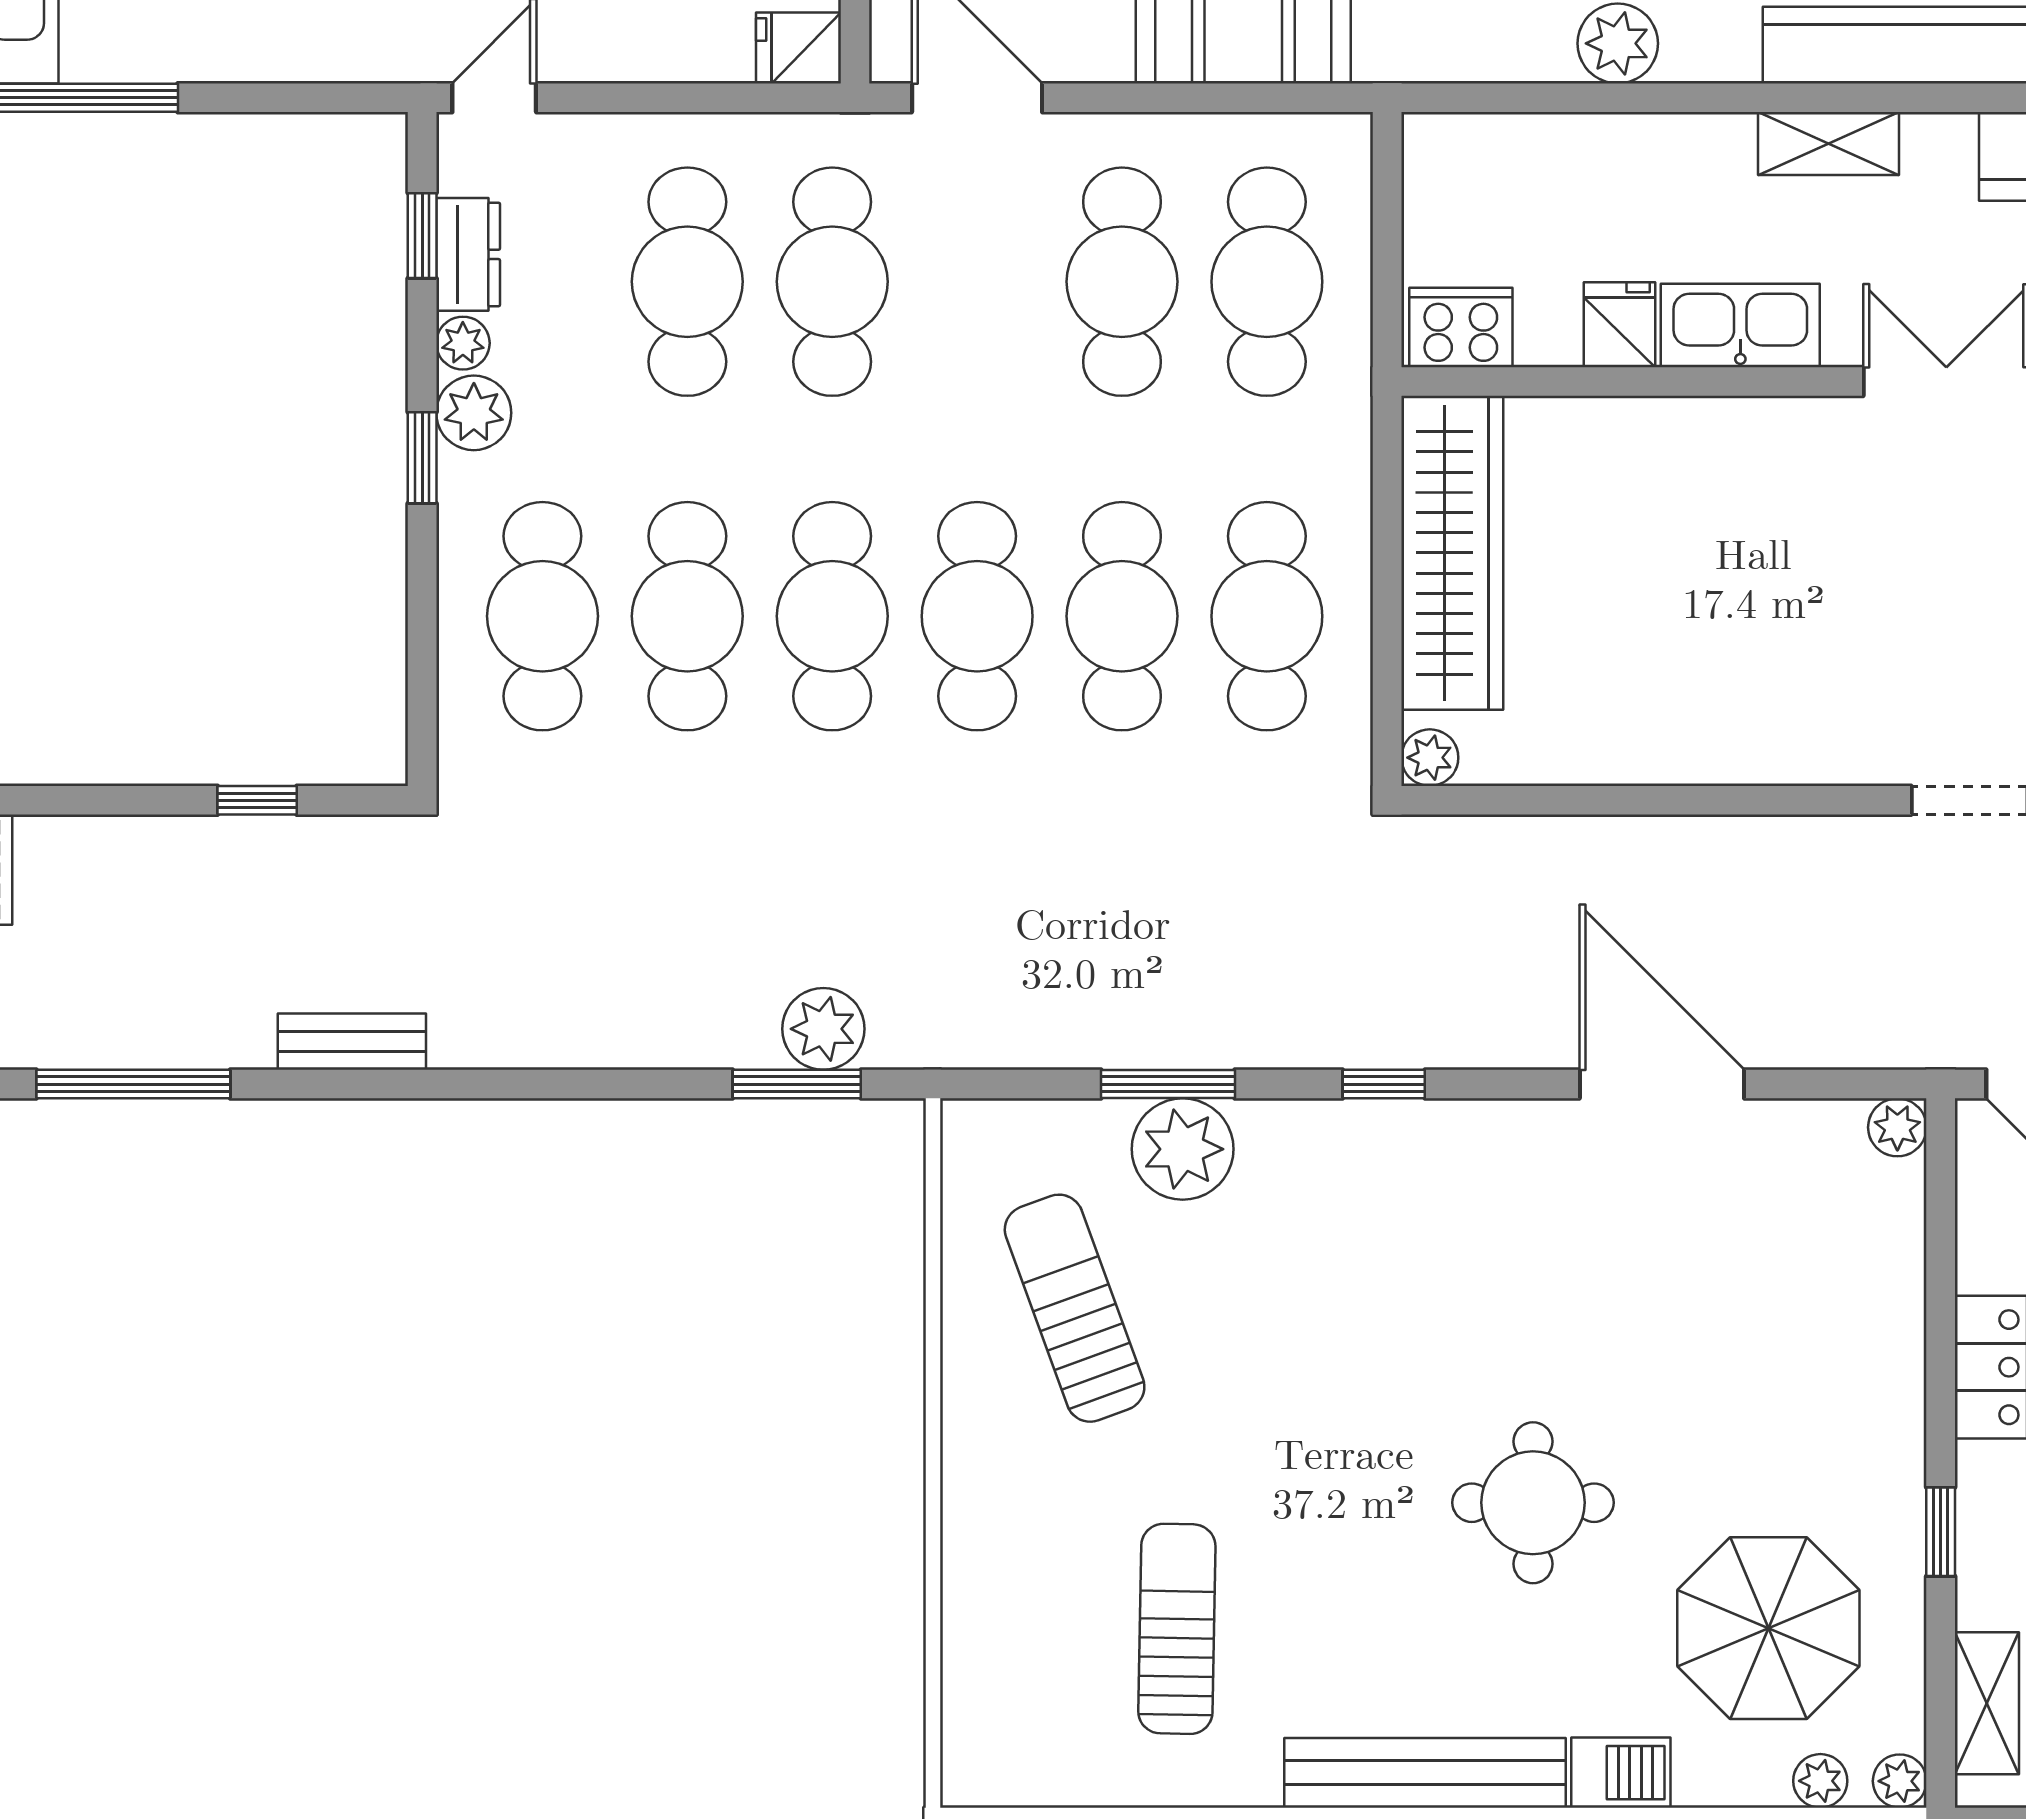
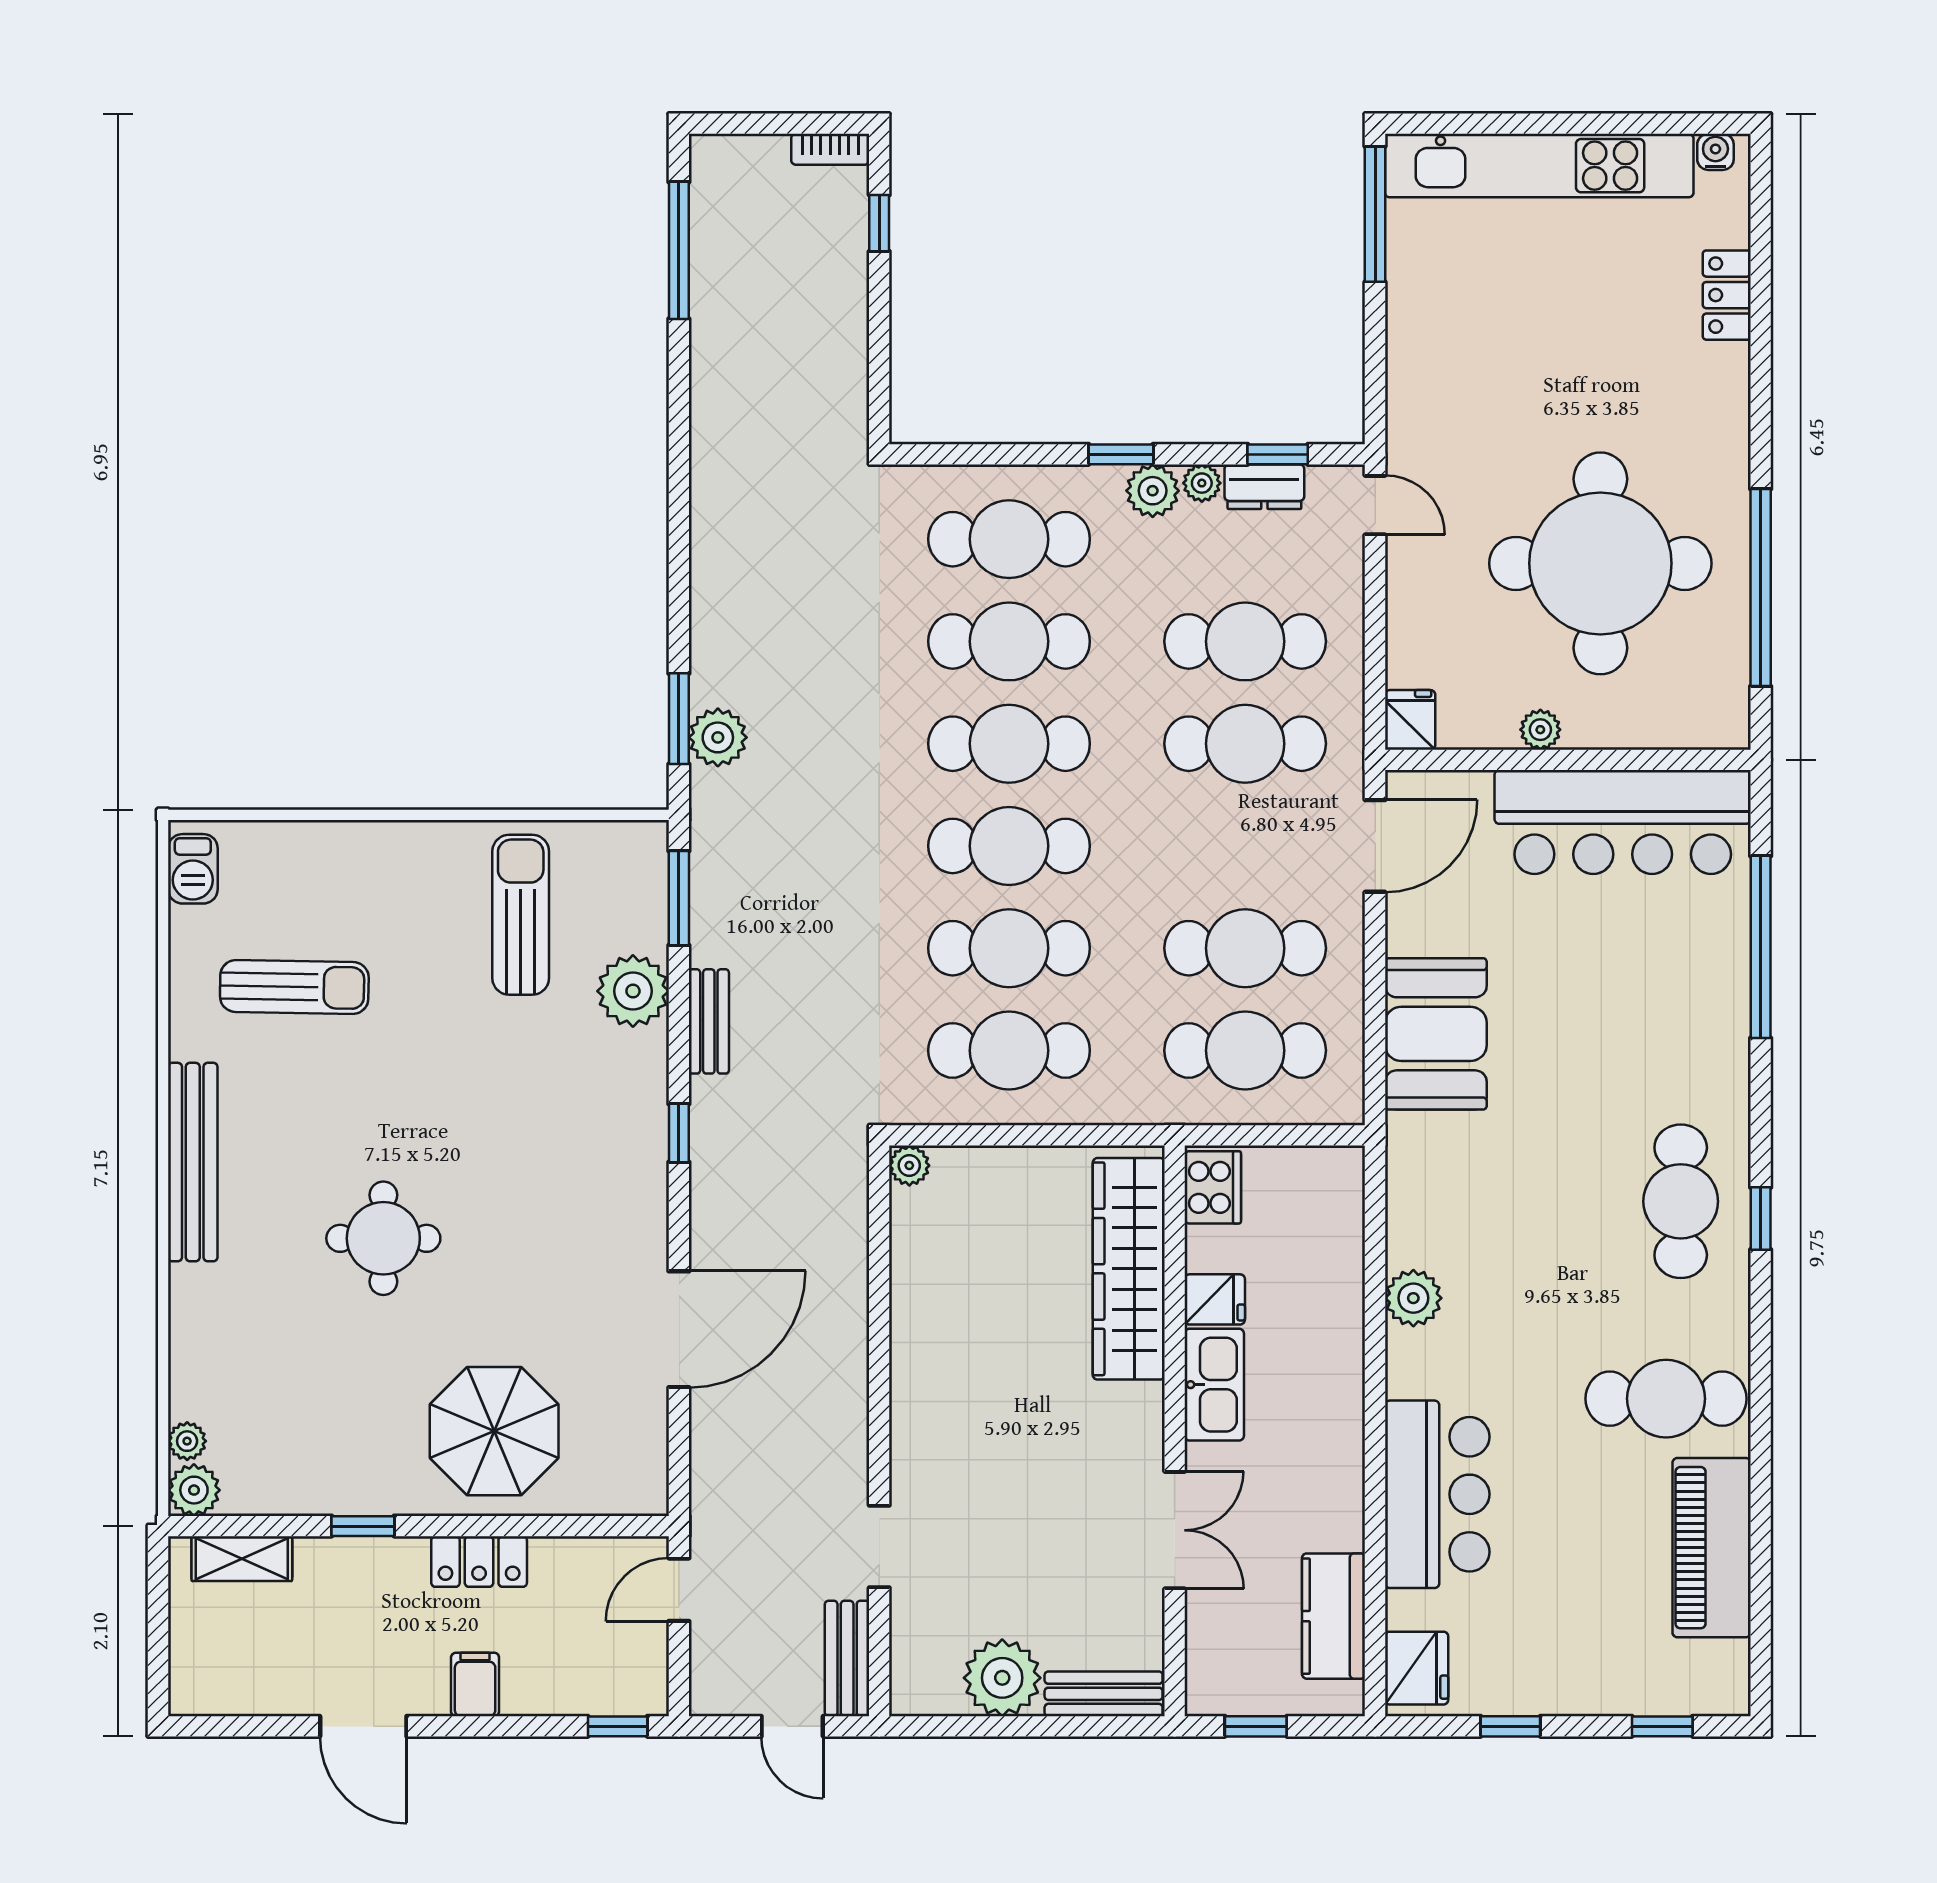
shelving: (1829, 144) -> (1343, 1447), removed
wardrobe: (1452, 553) -> (1129, 1269), moved, turned 90
window: (257, 800) -> (879, 223), moved
bench: (352, 1042) -> (709, 1021), moved
window: (1168, 1084) -> (679, 898), moved
plant: (1897, 1127) -> (648, 1495), removed
sun lounger: (1075, 1308) -> (521, 915), turned -70
parasol: (1768, 1628) -> (494, 1431), moved
barbecue: (1621, 1773) -> (193, 869), moved
plant: (1900, 1781) -> (194, 1490), width x1.38, depth x1.38

